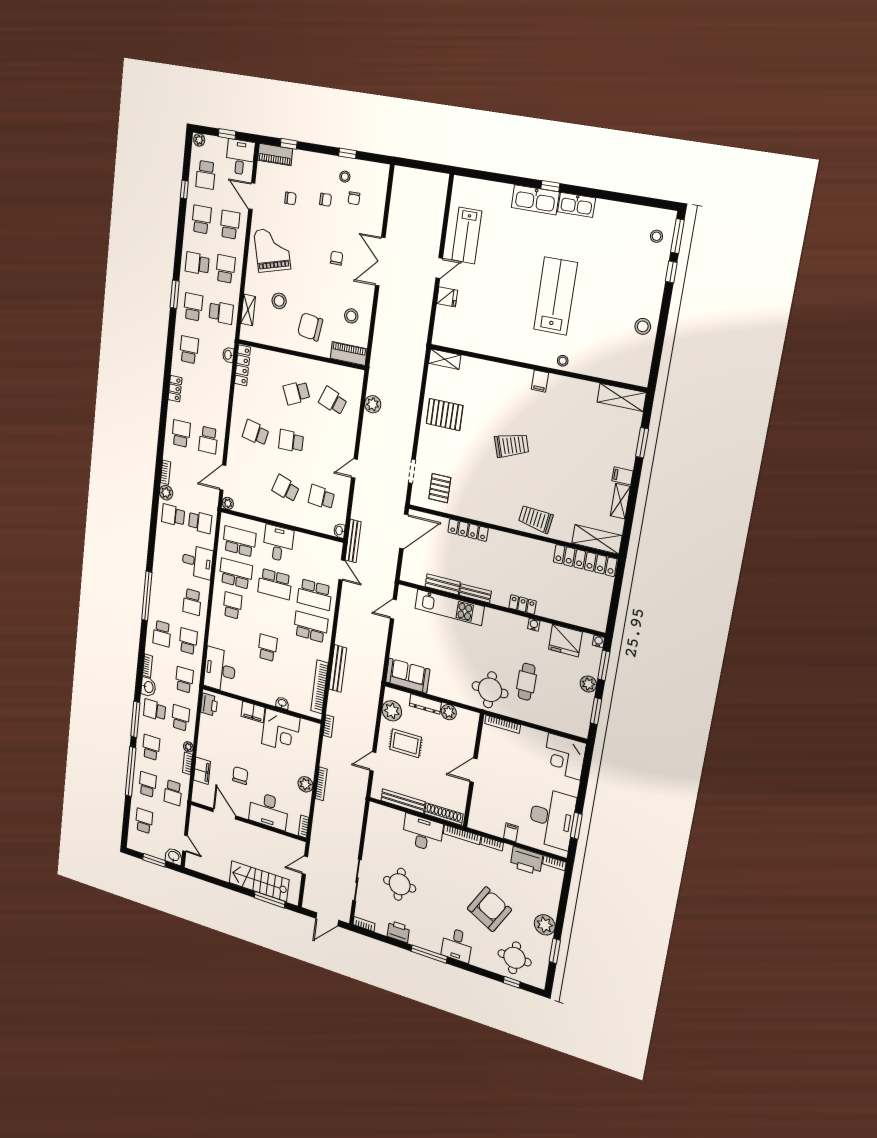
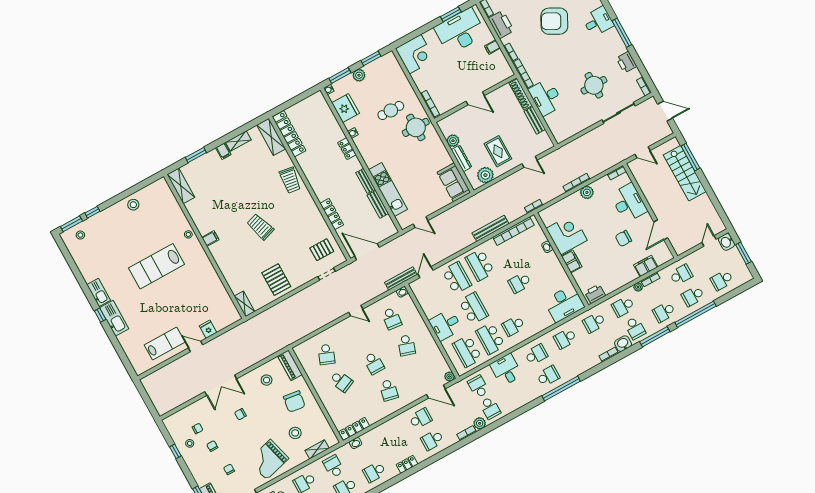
plant: (373, 404) -> (307, 328), removed
school desk: (162, 634) -> (548, 376), moved
bench: (403, 801) -> (535, 120), width x0.73

